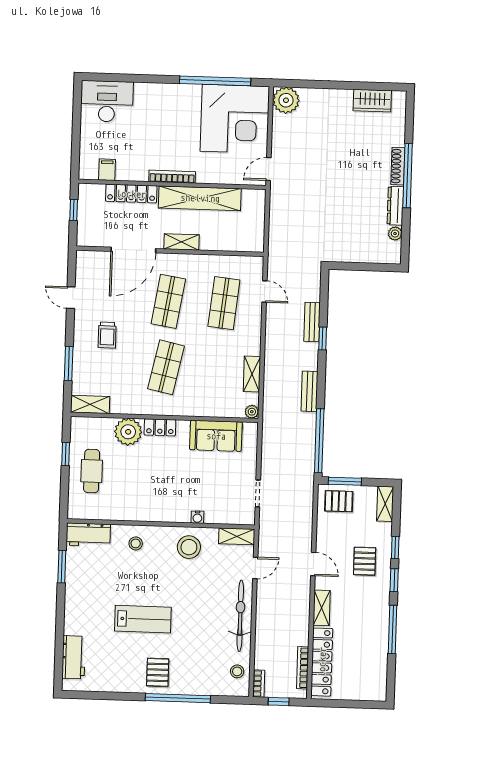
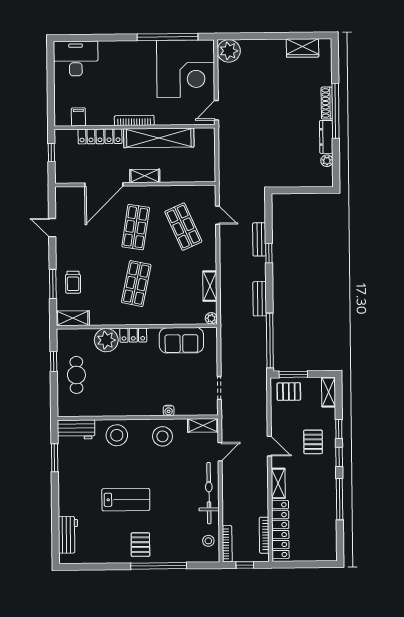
shop shelf: (224, 303) -> (183, 227), turned -30
trolley: (107, 335) -> (73, 282), moved
stool: (136, 543) -> (117, 435), width x1.89, depth x1.89
bookcase: (259, 684) -> (227, 544), width x1.56

